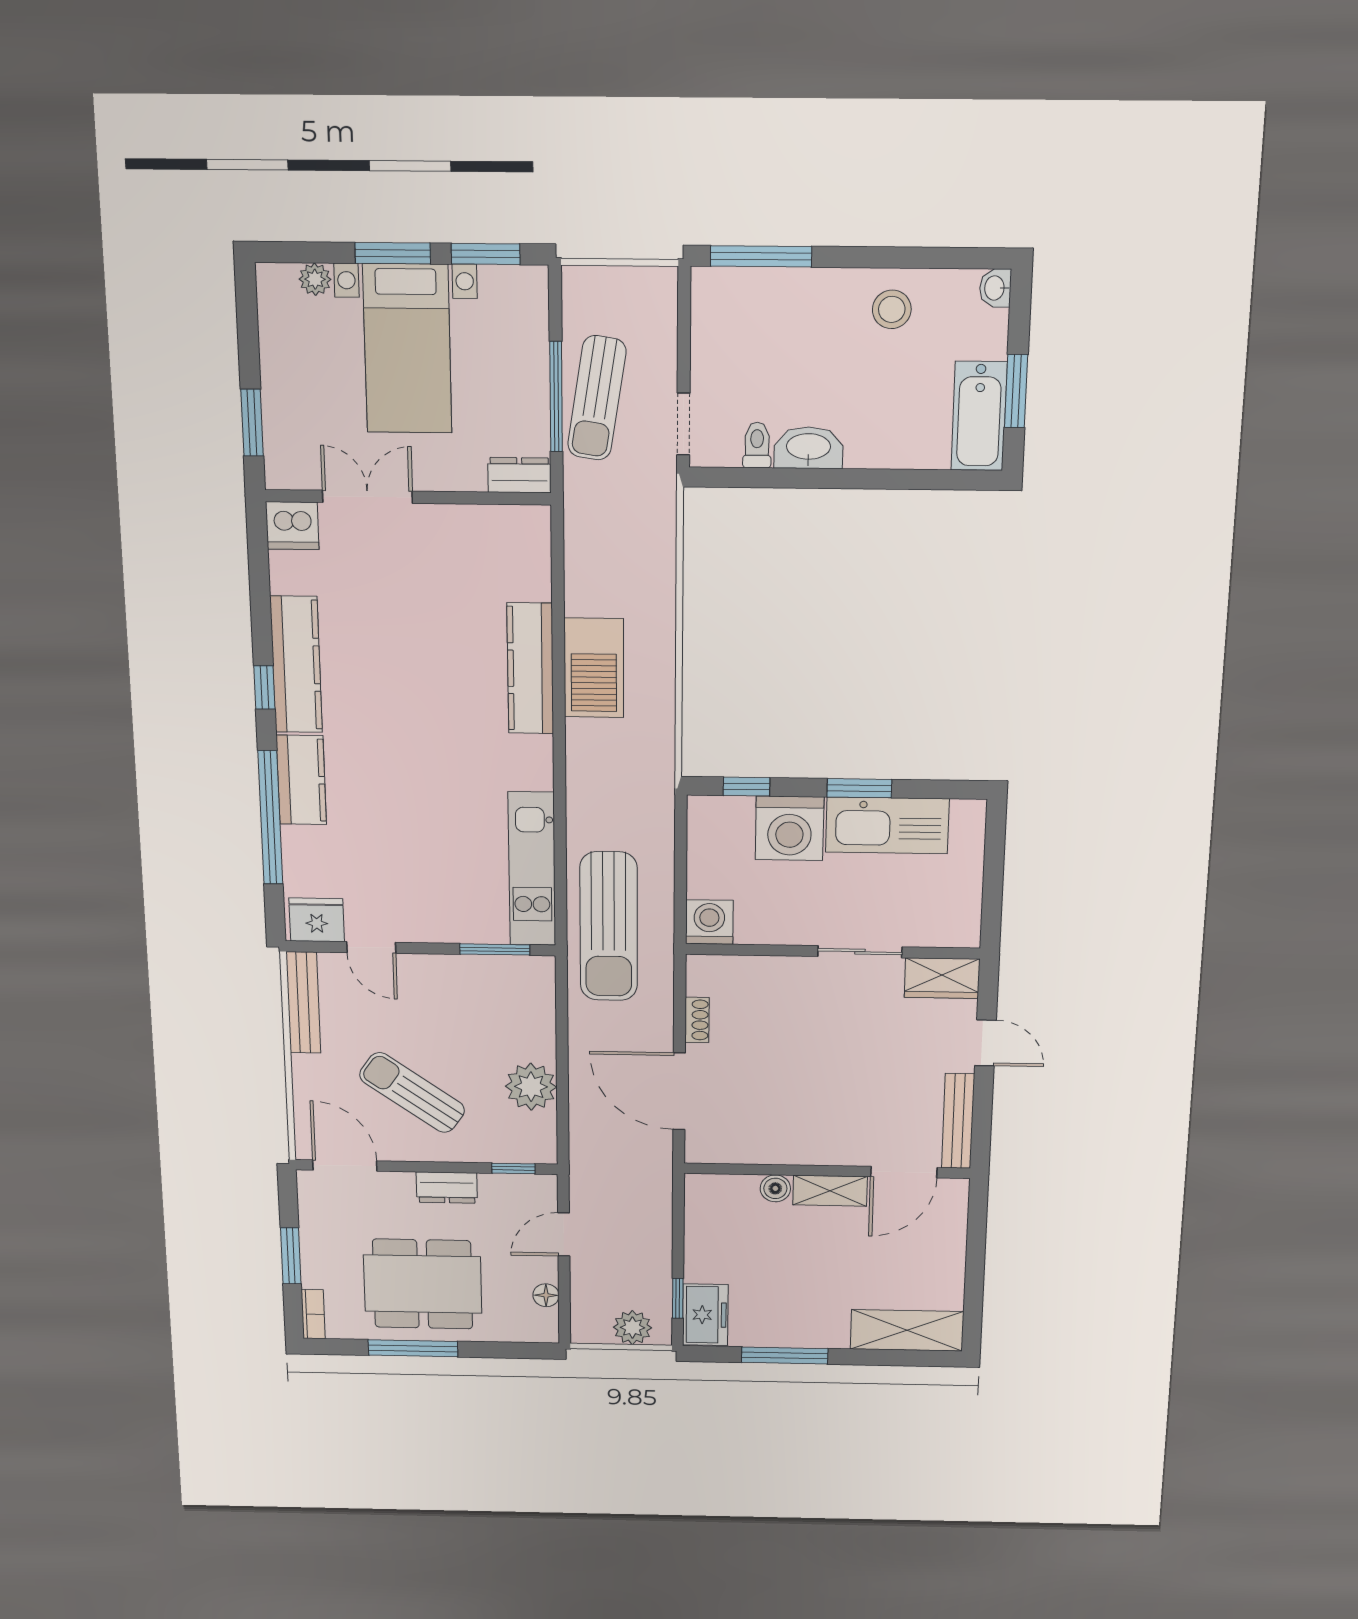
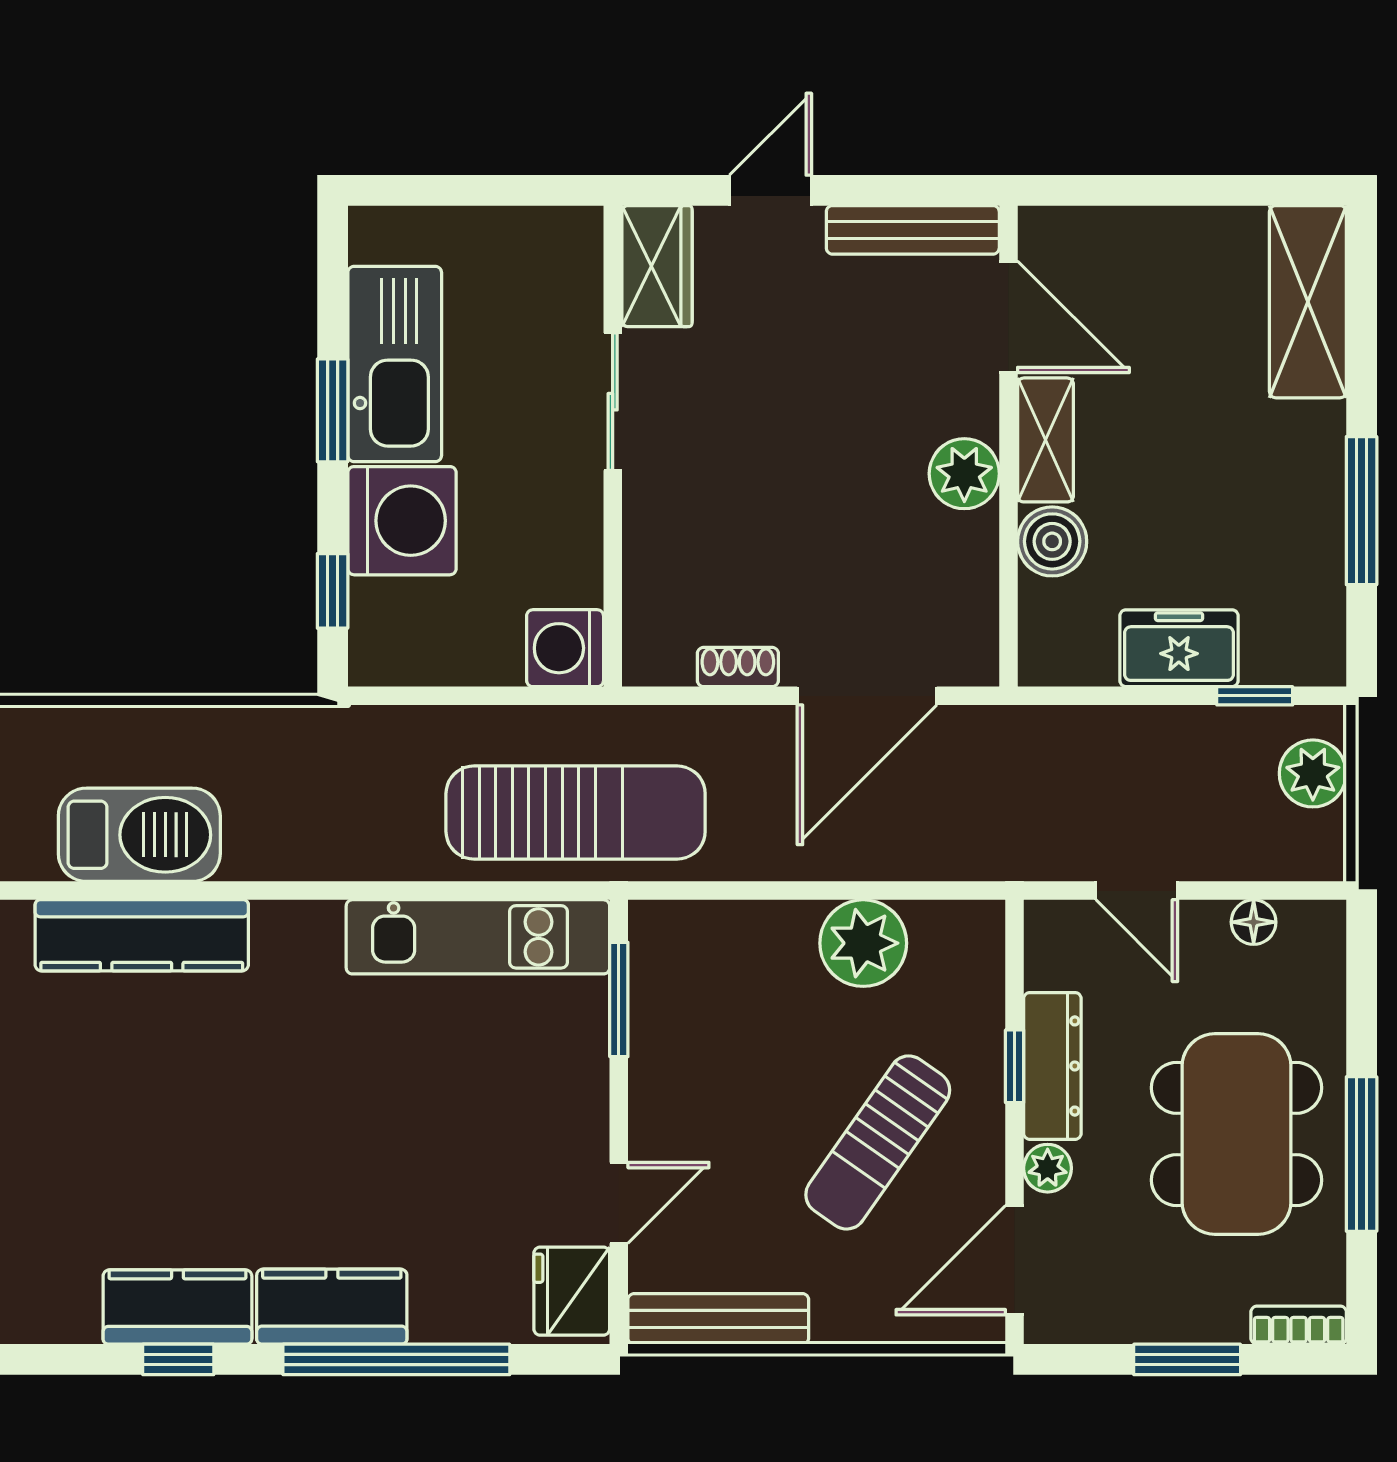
kitchen counter: (296, 665) -> (177, 1307), width x0.67
plant: (811, 1147) -> (964, 474), added
window: (513, 1168) -> (1015, 1066), moved
plant: (400, 1184) -> (1048, 1168), added
dresser: (447, 1188) -> (1052, 1066), width x1.44
boiler: (775, 1188) -> (1052, 541), width x1.36, depth x1.36
freezer: (705, 1315) -> (1179, 648), moved

